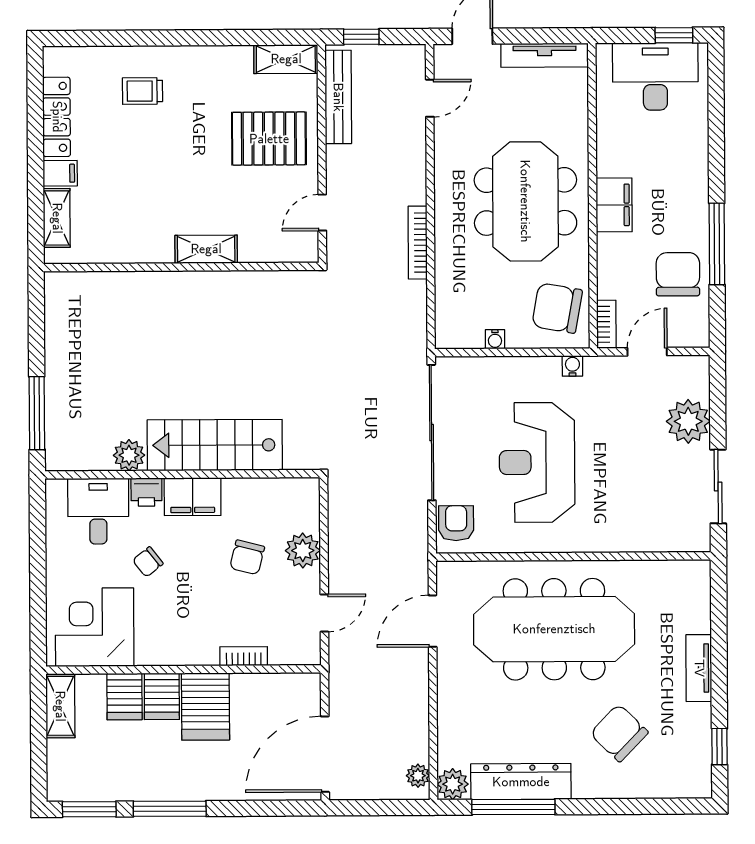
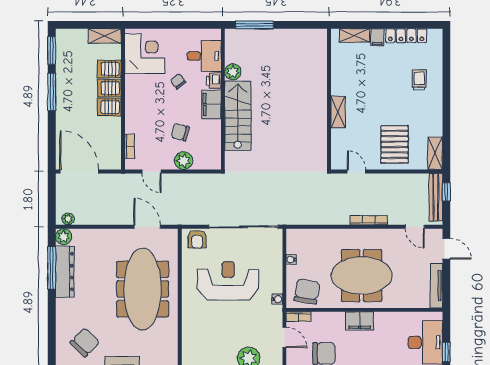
bench: (338, 97) -> (436, 197), moved, turned 90
bookcase: (418, 243) -> (369, 220), moved
armchair: (456, 523) -> (197, 239), turned 90
bookcase: (244, 656) -> (130, 146), moved
server rack: (205, 706) -> (109, 107), width x0.73, depth x0.70
chair: (619, 733) -> (85, 342), moved

